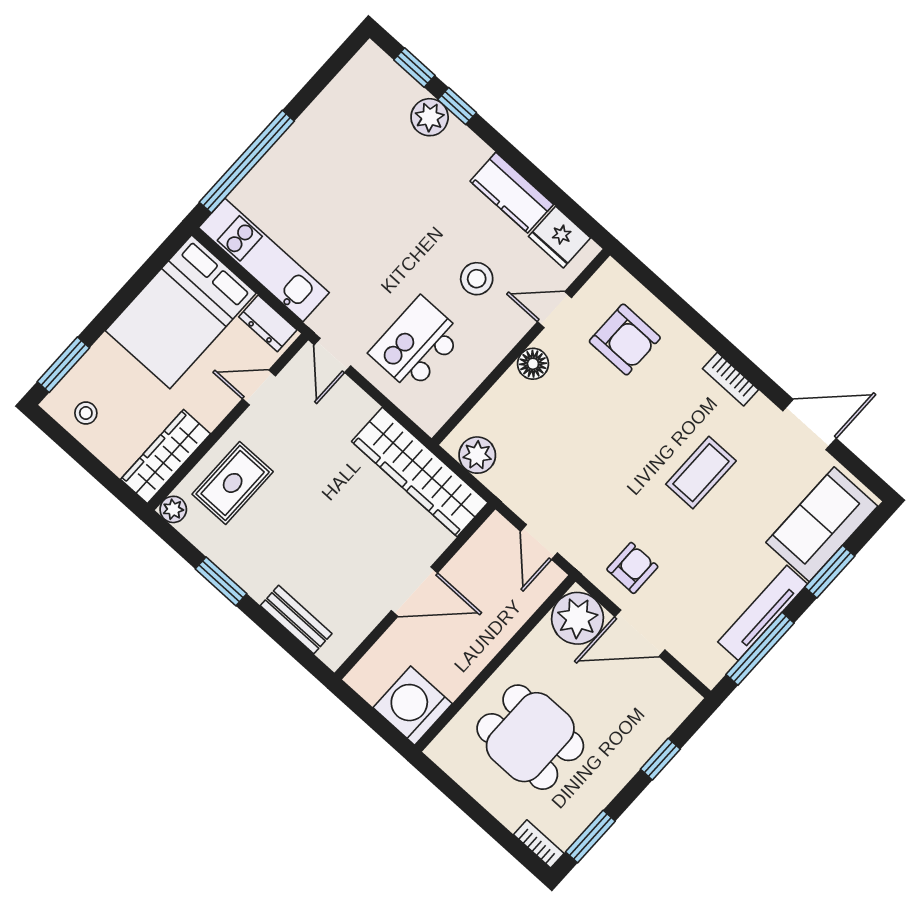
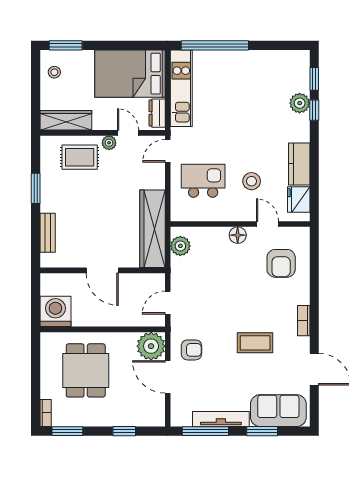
plant: (173, 509) -> (109, 143), moved

